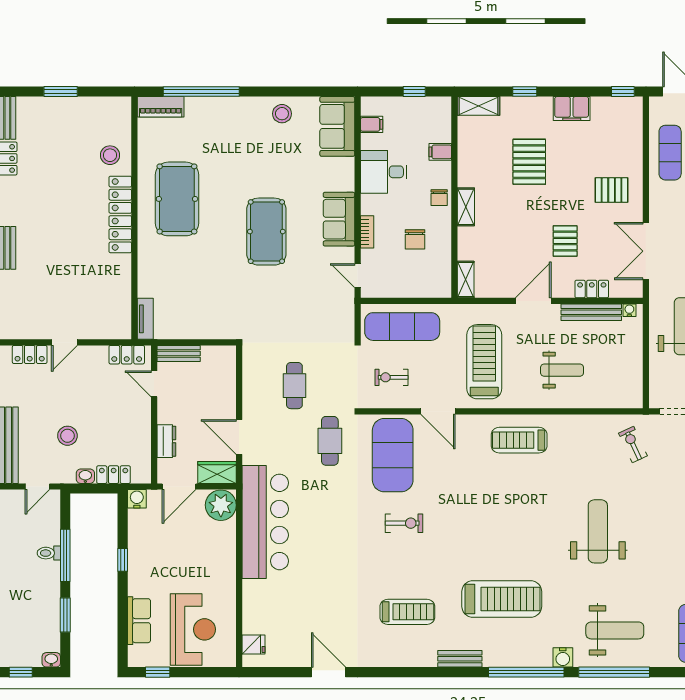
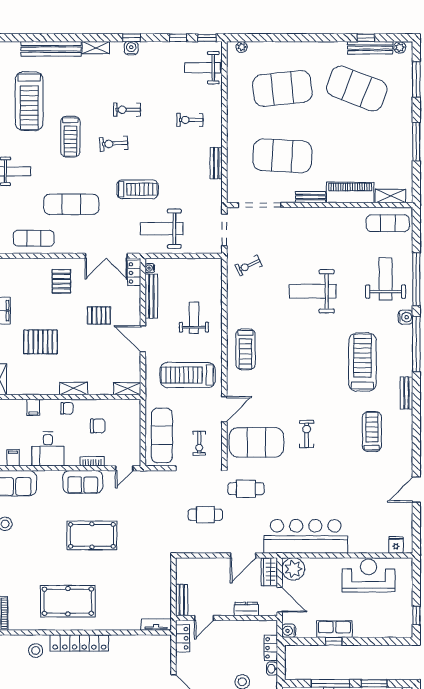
locker: (592, 289) -> (134, 273), moved
row of seats: (139, 621) -> (334, 629), moved
reception desk: (193, 629) -> (369, 575), moved

